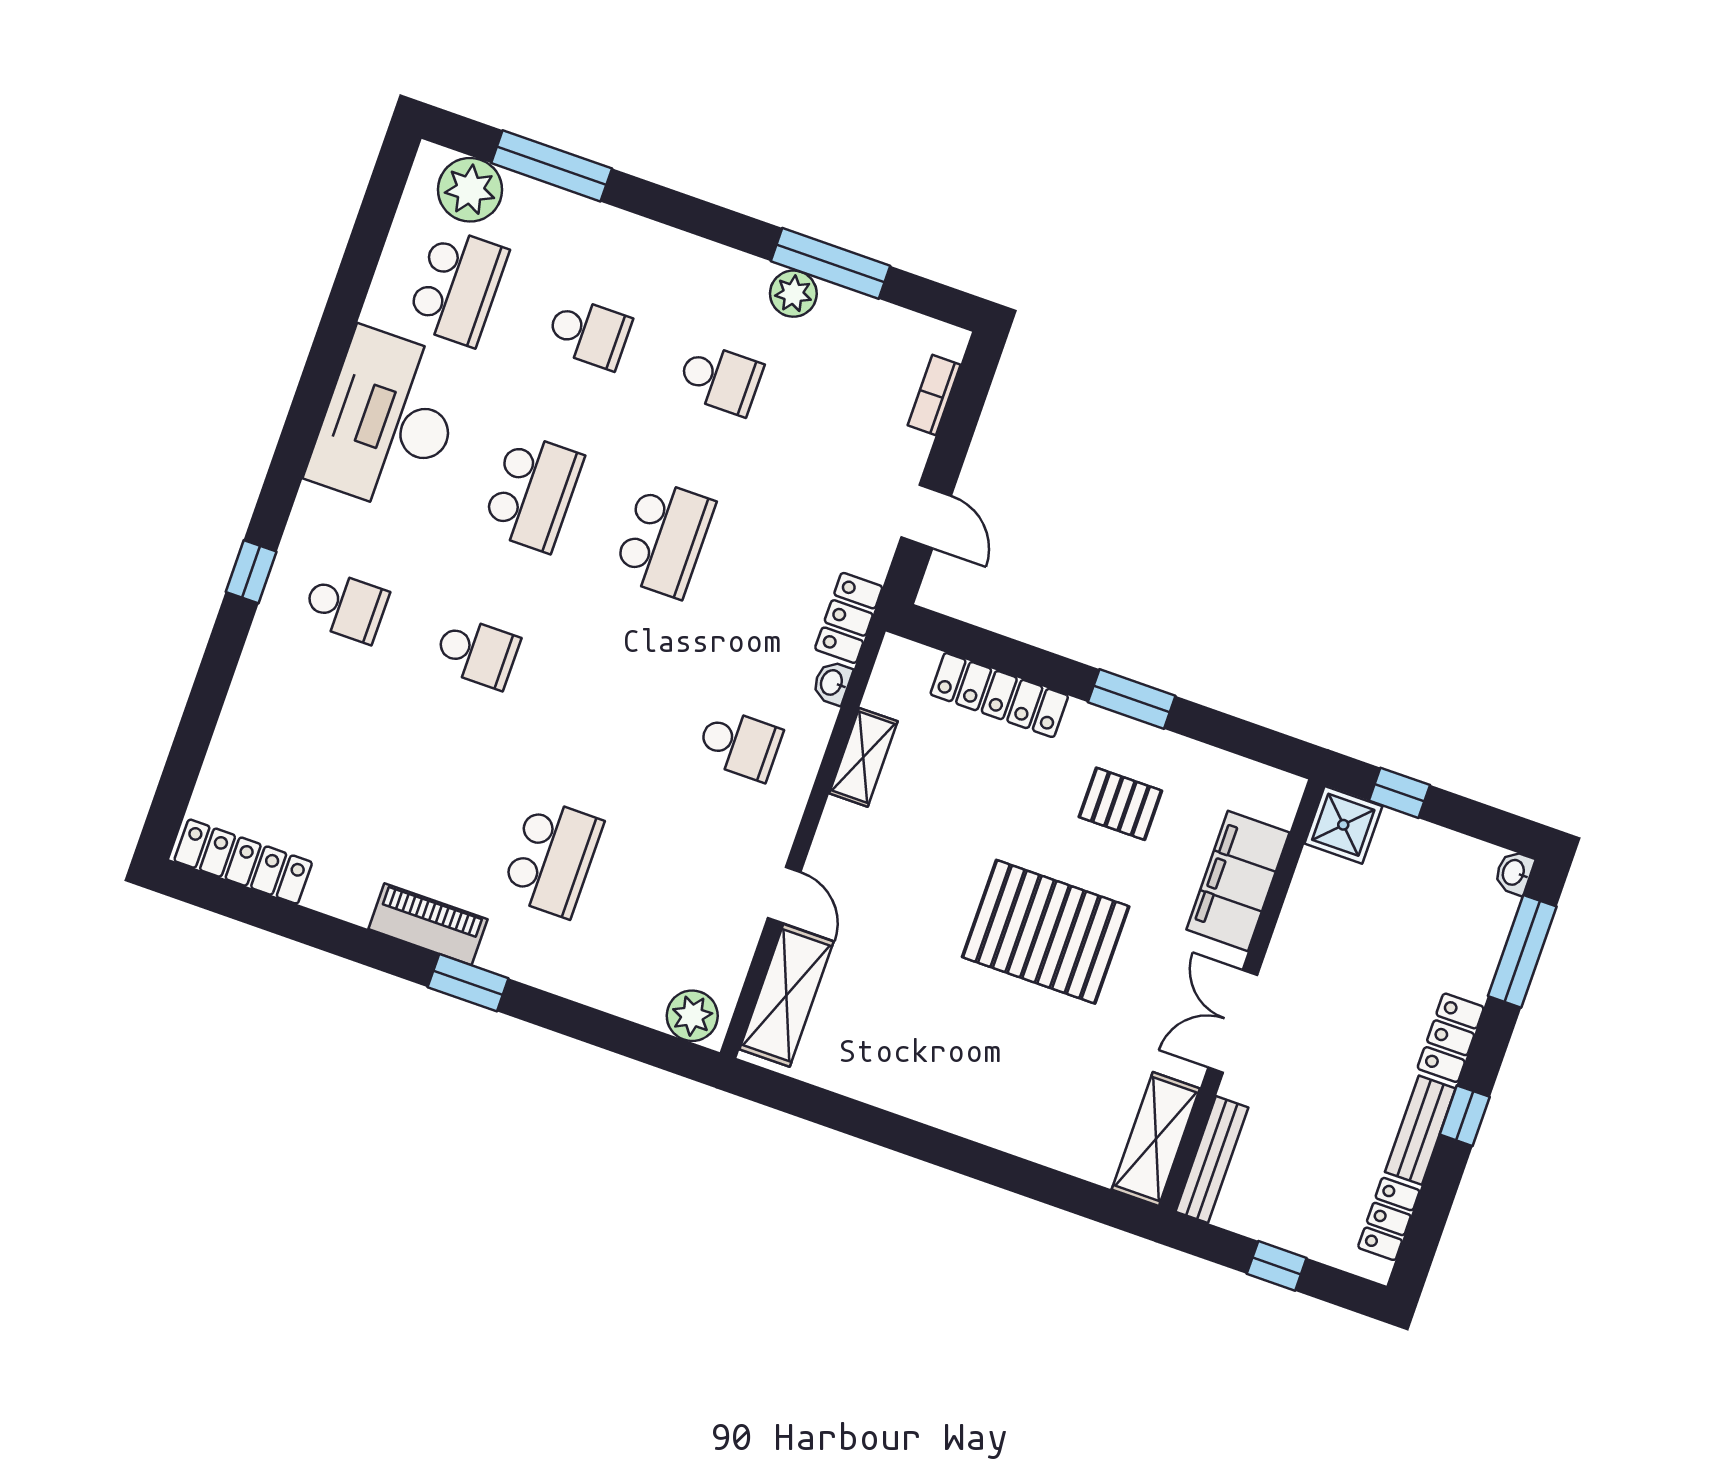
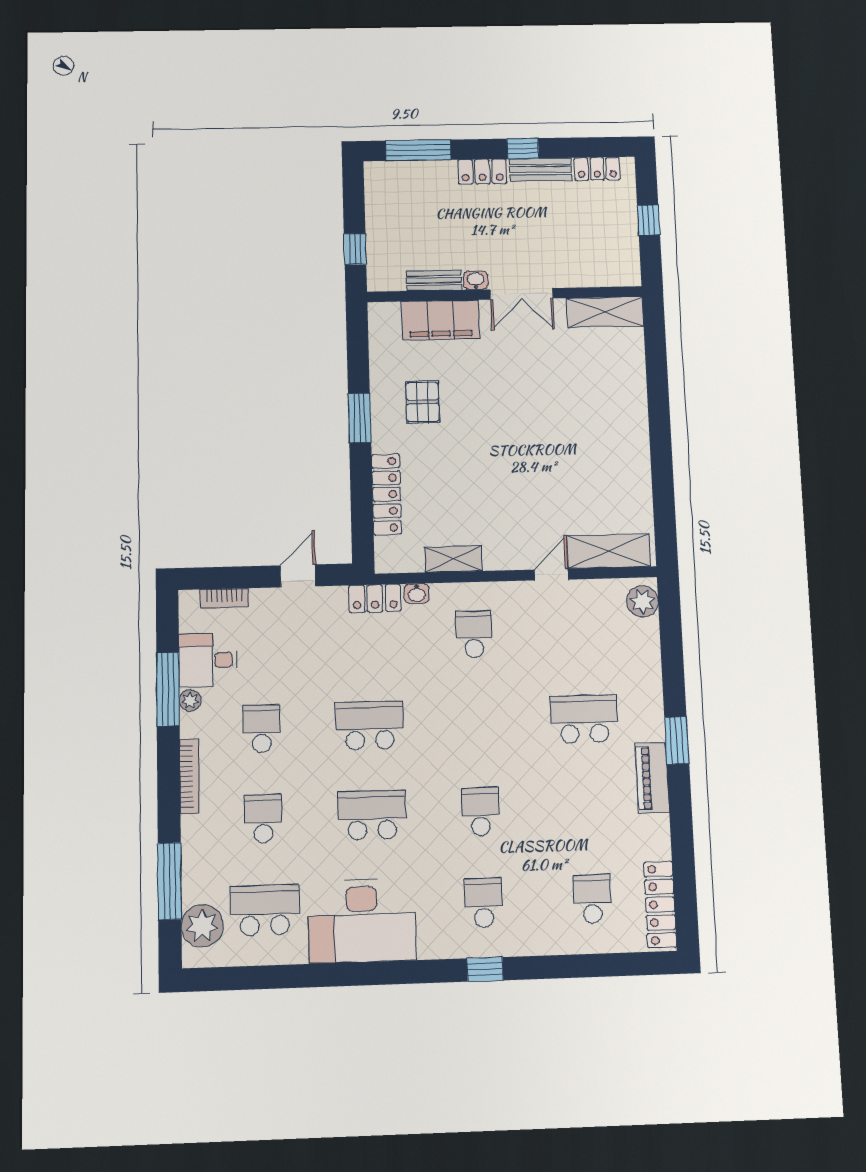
bookcase: (691, 249) -> (189, 776), added
plant: (793, 294) -> (190, 701), width x0.73, depth x0.73
desk: (851, 337) -> (208, 660), added
school desk: (290, 766) -> (592, 899), added
shower: (1343, 825) -> (385, 273), removed
washbasin: (1514, 873) -> (476, 280), moved, turned 180
pallet: (1046, 932) -> (513, 417), removed
bench: (1212, 1160) -> (434, 280), moved, width x0.73

